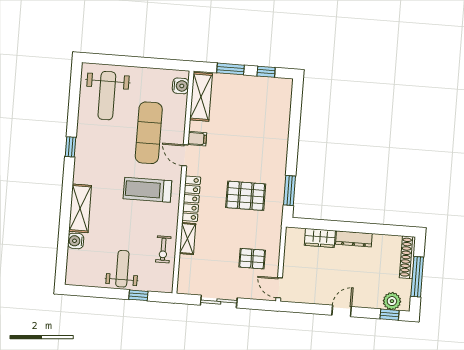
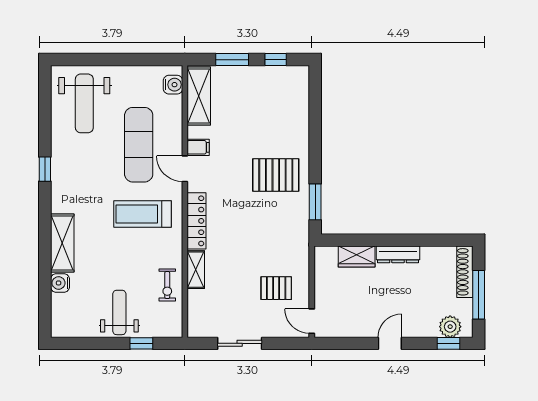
pallet: (246, 196) -> (276, 175), moved

